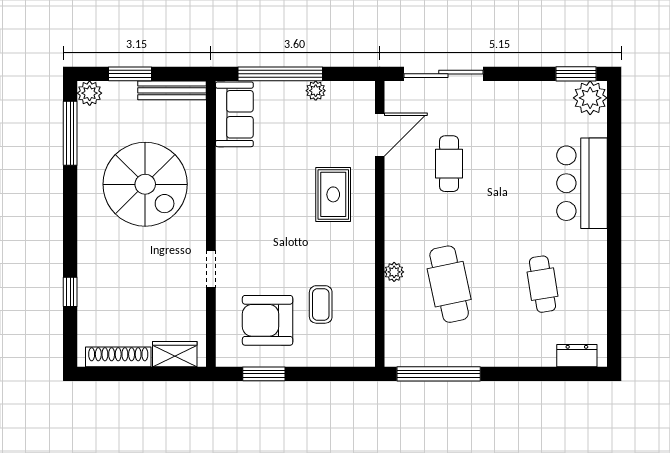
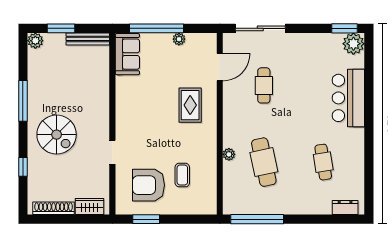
window: (70, 133) -> (23, 101), moved
spiral stairs: (145, 184) -> (57, 135), moved, width x0.73, depth x0.73

